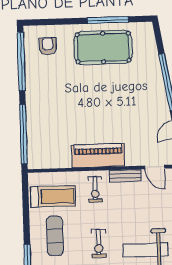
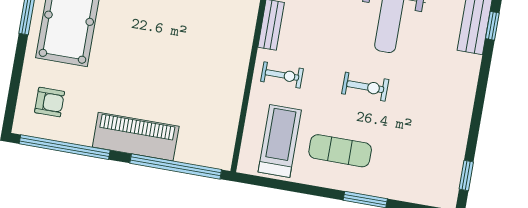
armchair: (48, 46) -> (50, 102), turned 180
piano: (98, 156) -> (136, 137), moved, turned 90

